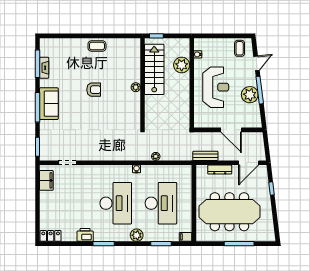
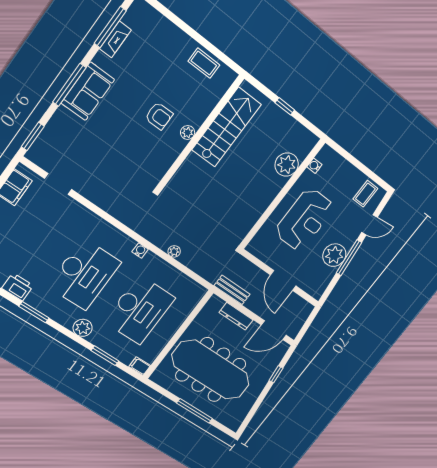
stairs: (154, 69) -> (226, 127), moved
wall: (142, 83) -> (200, 133), moved
plant: (136, 87) -> (188, 133), moved

